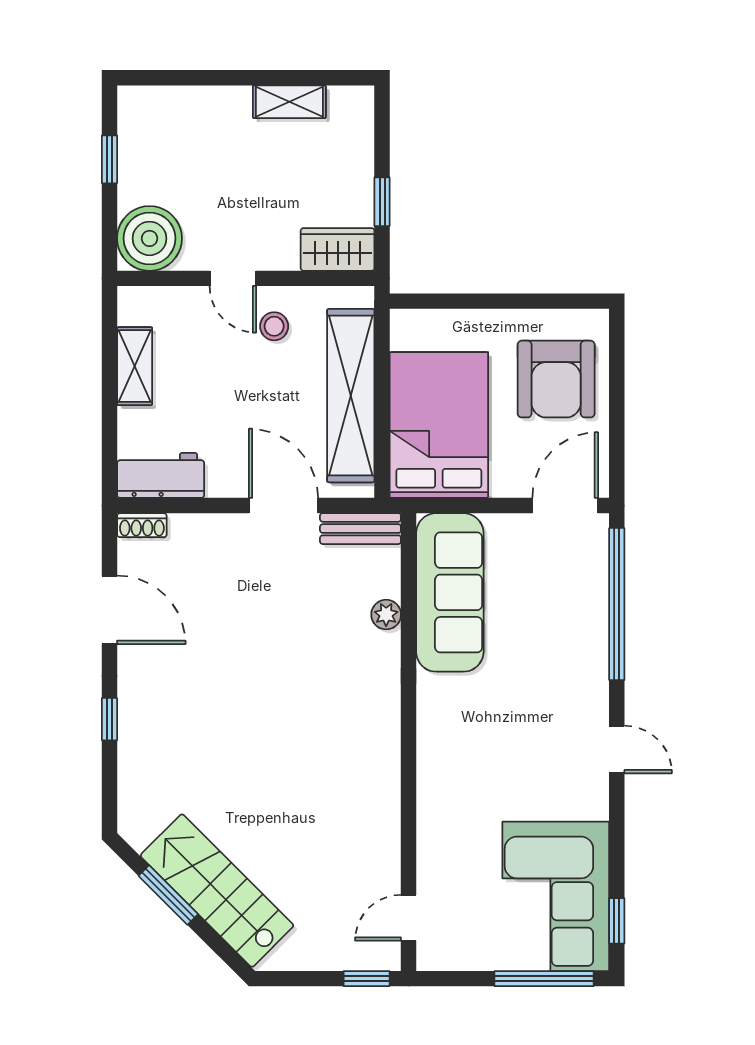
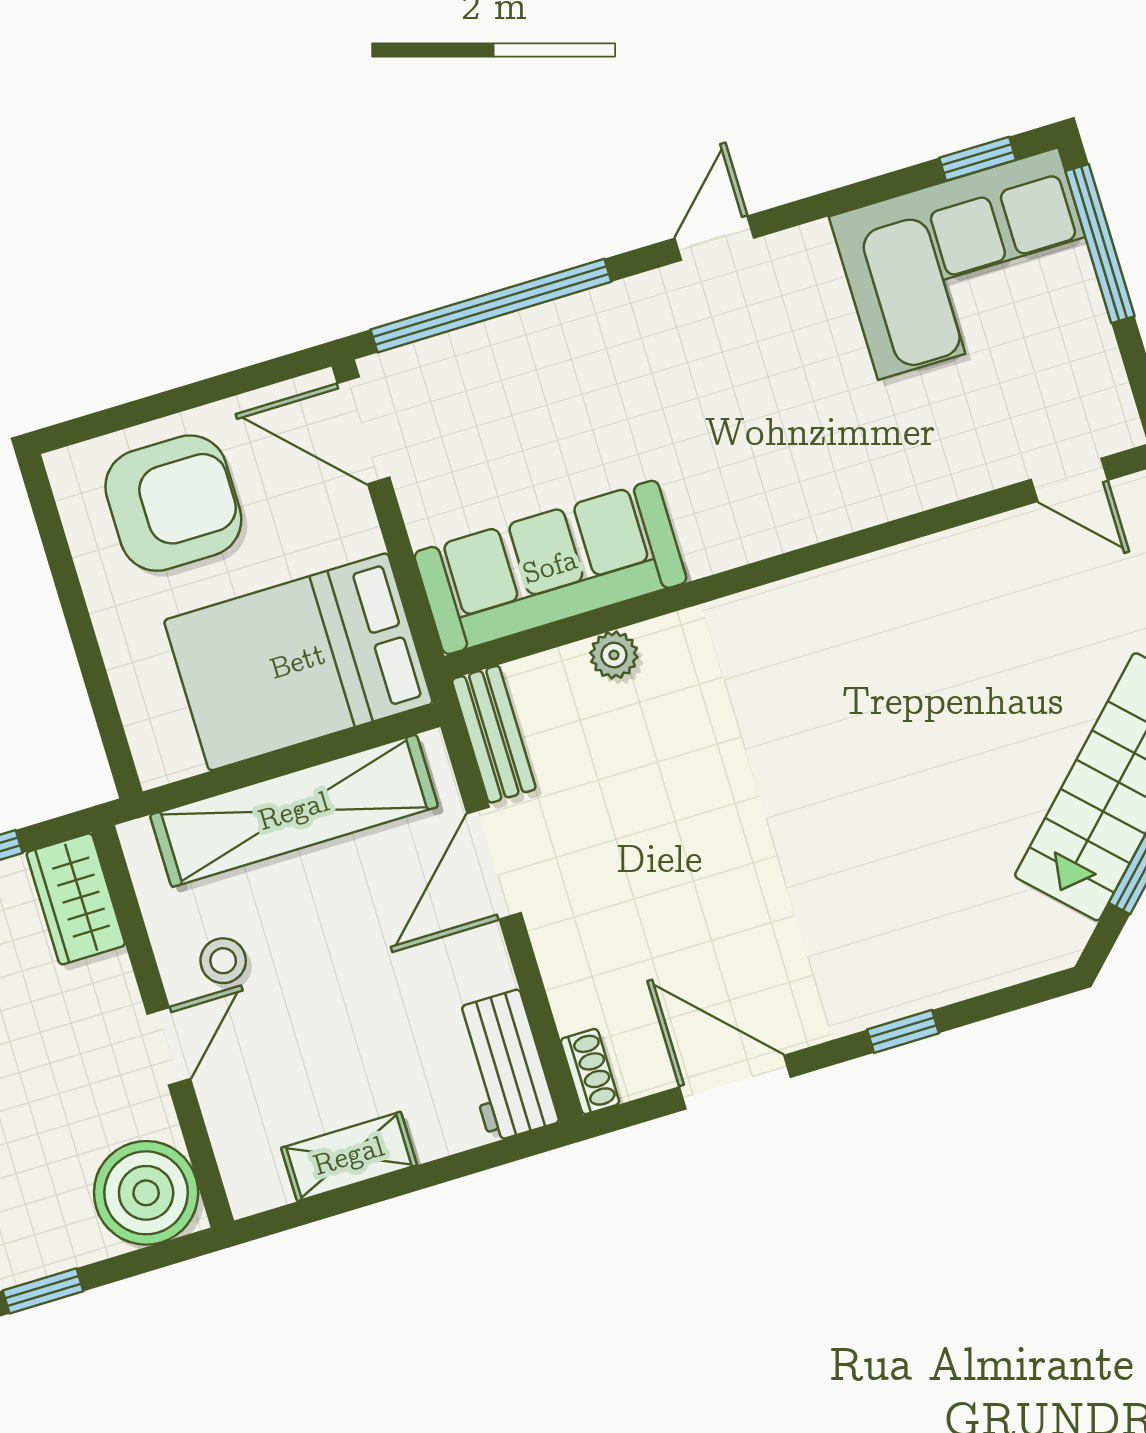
door: (110, 610) -> (735, 1082), hinge flipped

